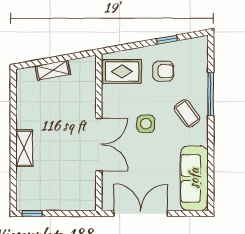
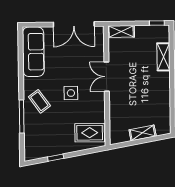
armchair: (163, 71) -> (58, 133), removed
double door: (99, 145) -> (107, 77), width x0.73
shelving: (24, 148) -> (163, 57), moved
shelving: (79, 203) -> (121, 31), added

